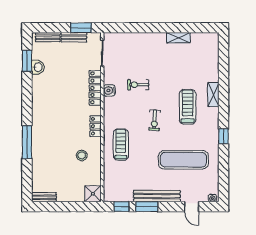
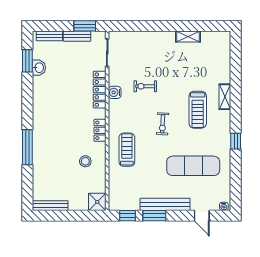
treadmill: (188, 107) -> (198, 110), turned 180
bench: (44, 197) -> (50, 206), width x1.36

